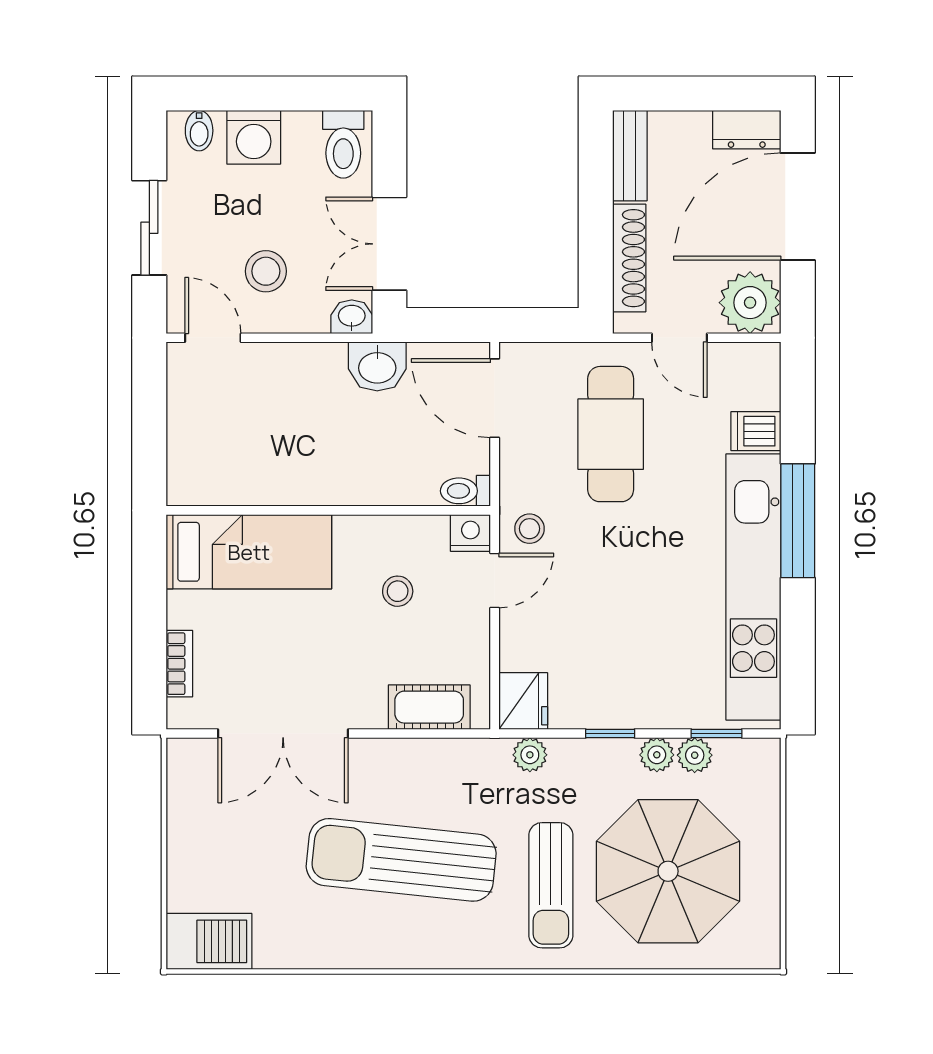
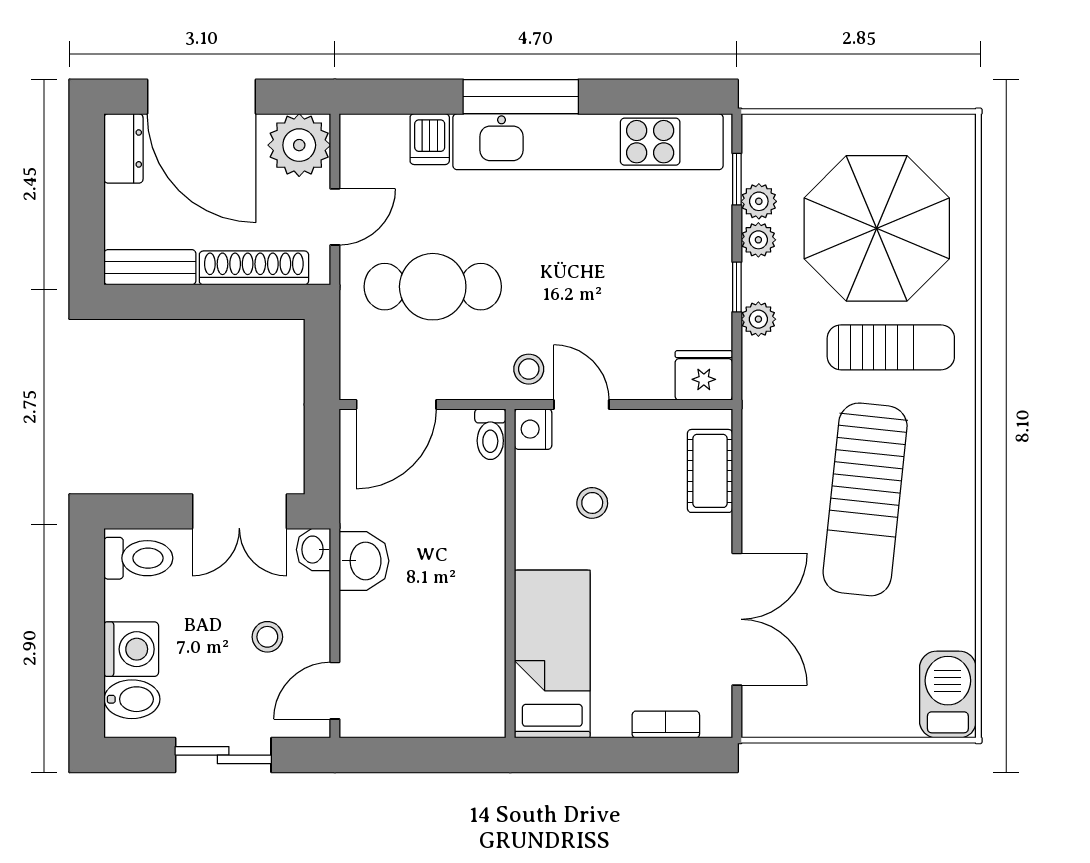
bidet: (199, 131) -> (132, 699), width x1.38, depth x1.36
stool: (266, 271) -> (267, 637), width x0.73, depth x0.73
washbasin: (377, 366) -> (364, 561), moved
plant: (530, 755) -> (758, 319), moved

